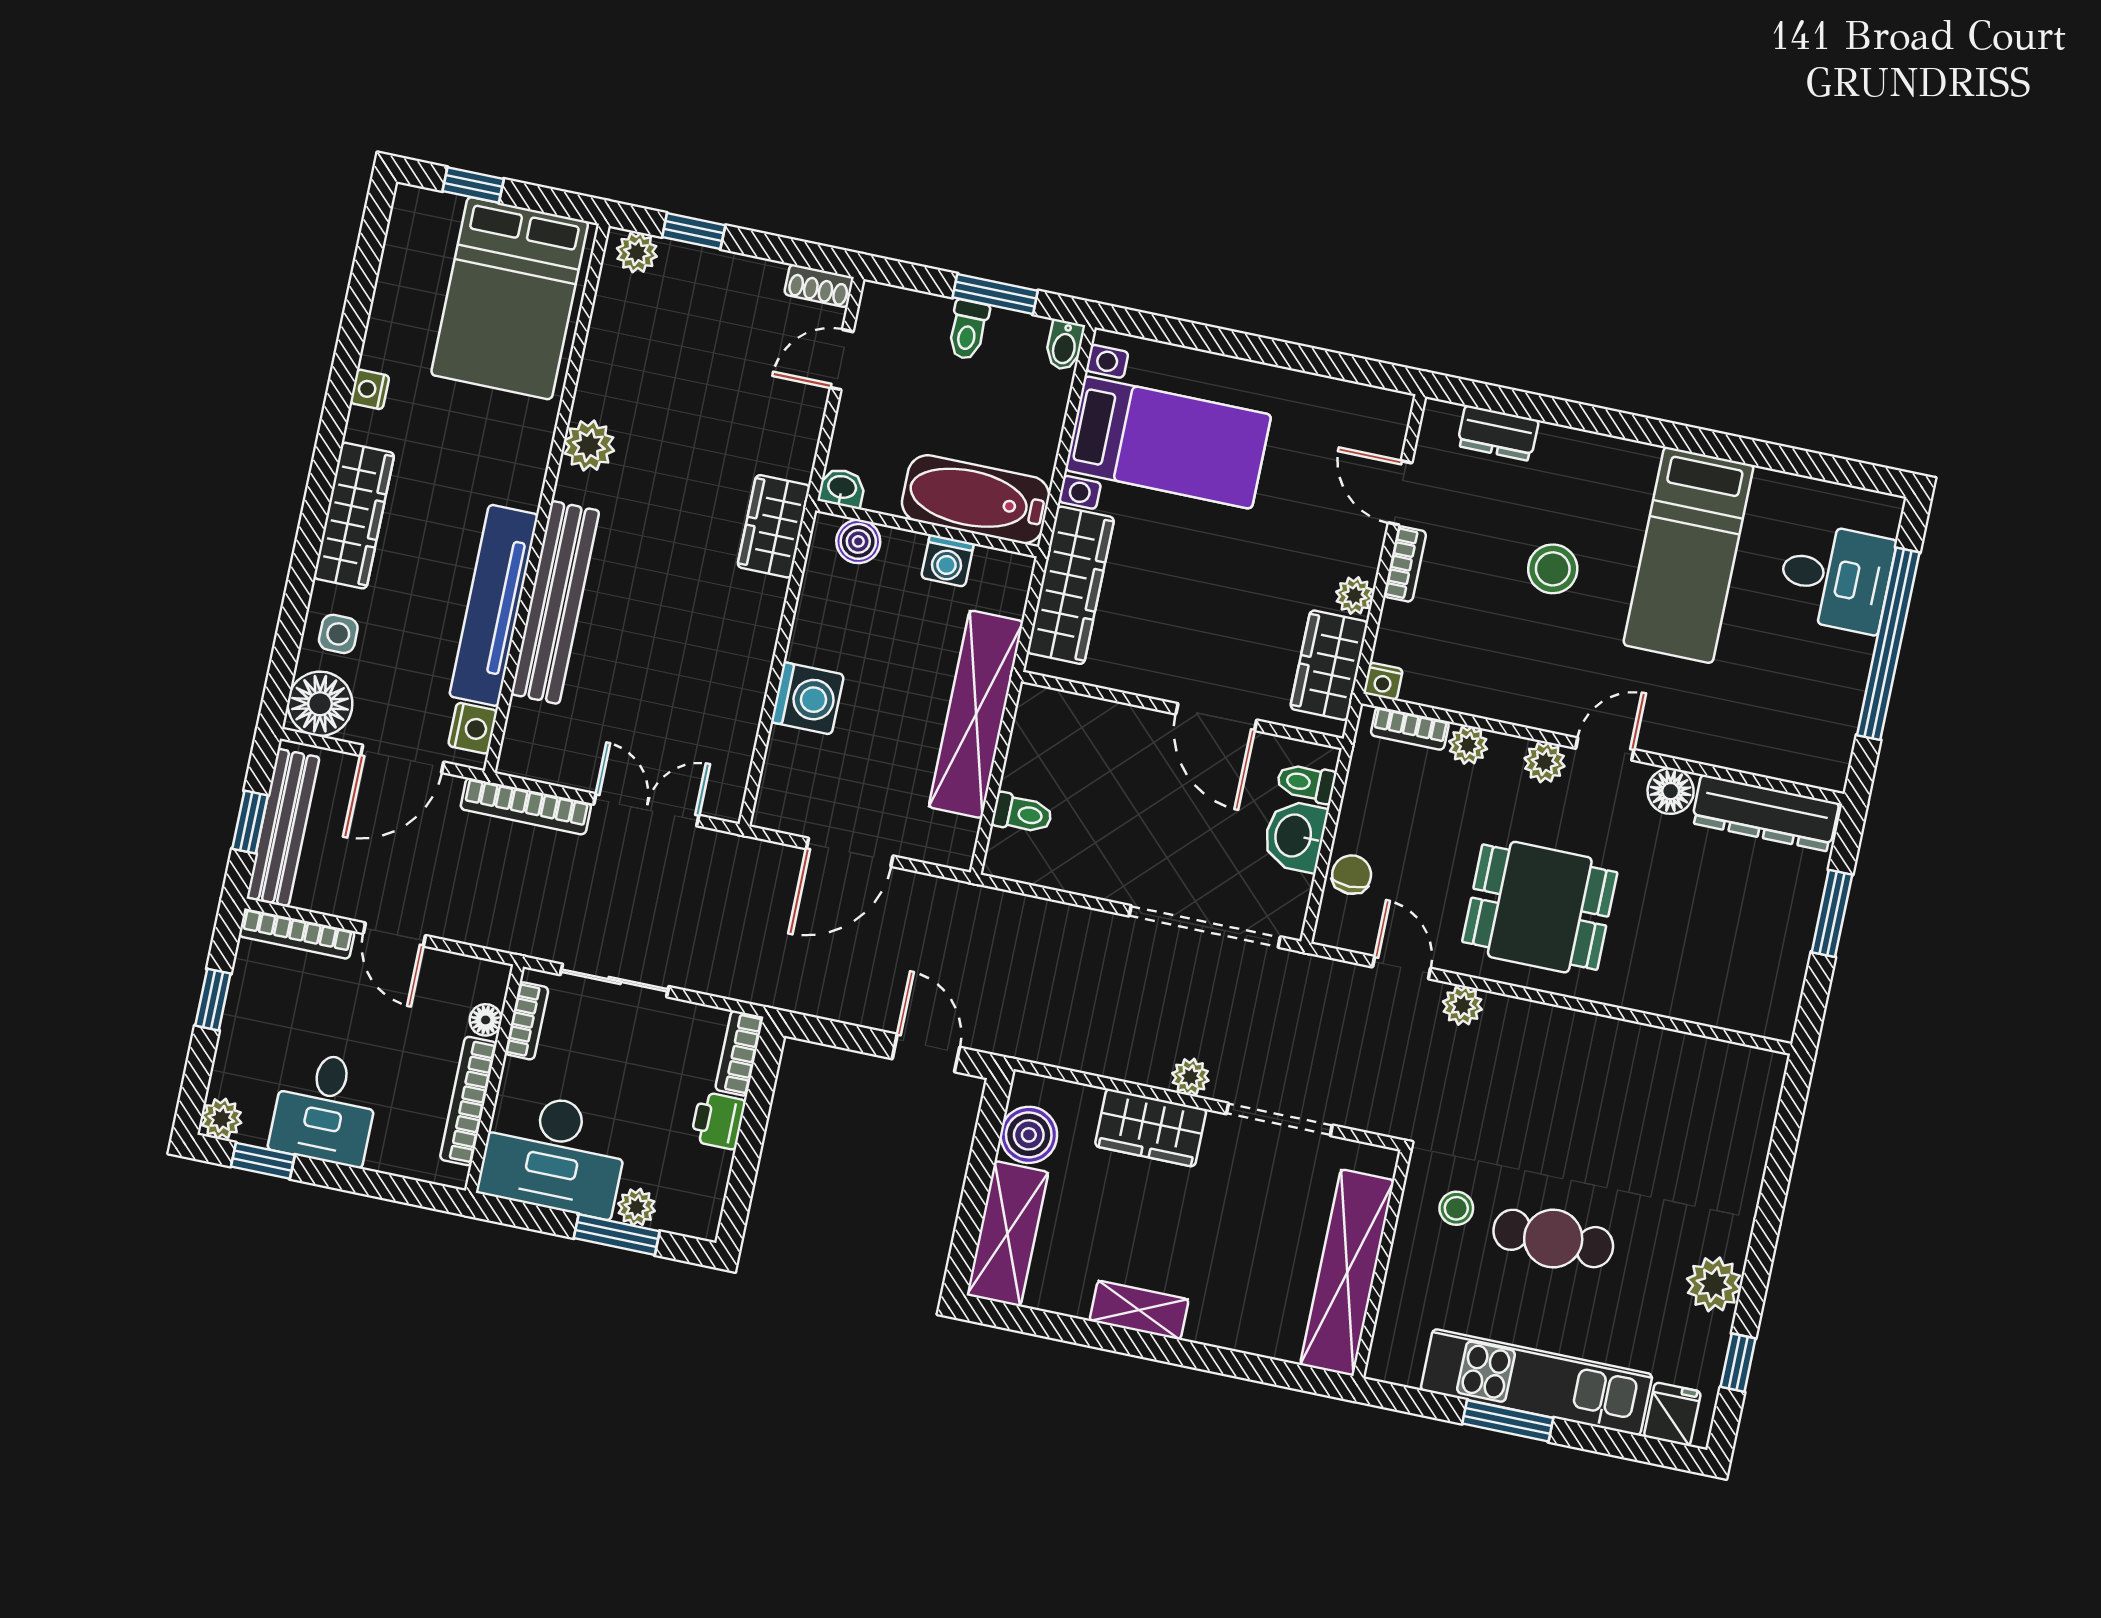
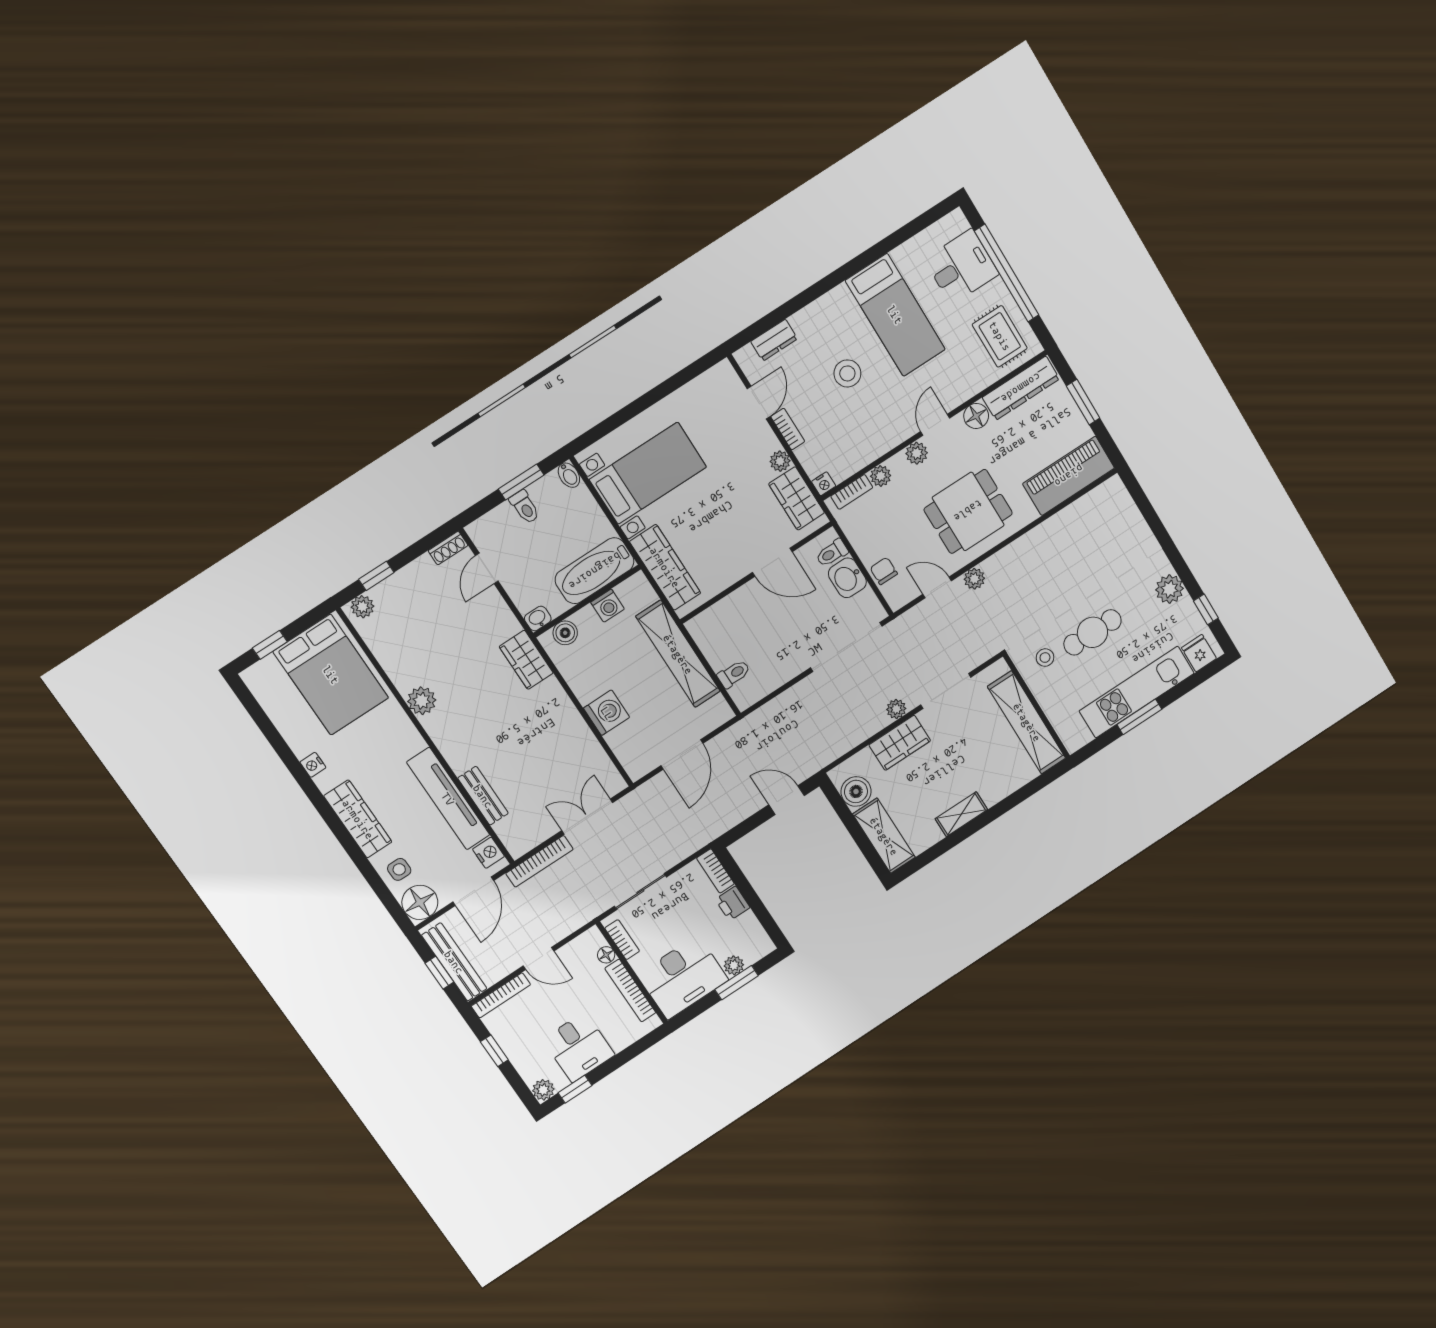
door: (1400, 493) -> (759, 403), swing flipped
bench: (555, 602) -> (483, 796), width x0.54, depth x0.82
rug: (1801, 717) -> (1000, 336), added
piano: (1720, 993) -> (1069, 476), added

